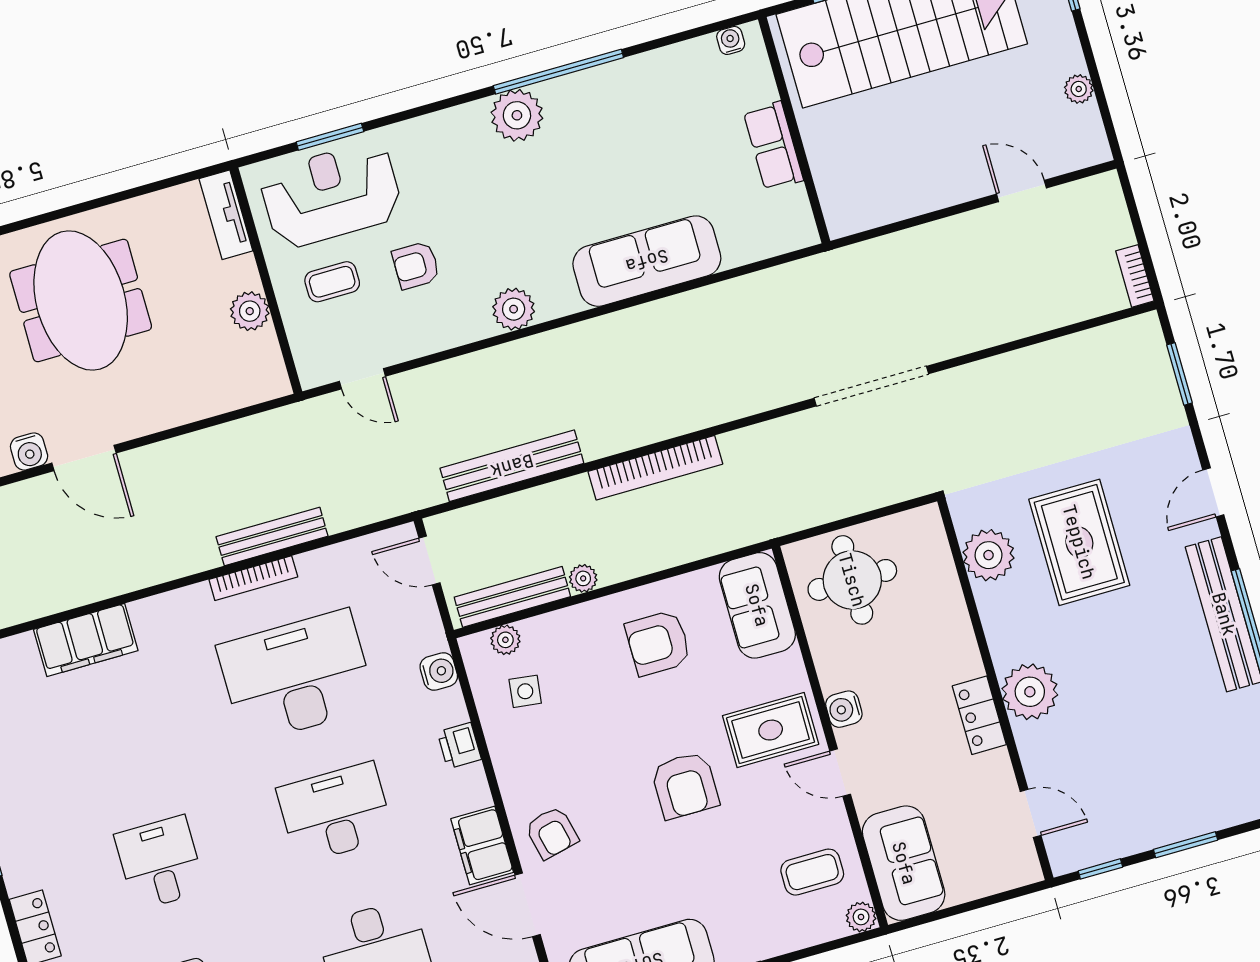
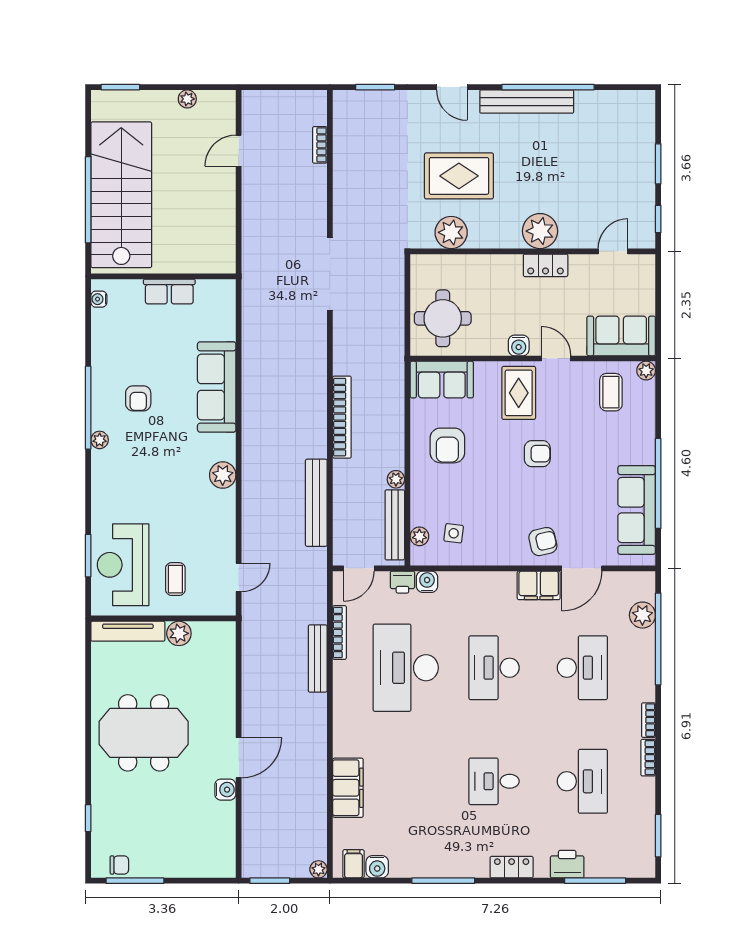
plant: (517, 115) -> (100, 440), width x0.53, depth x0.53
tv unit: (226, 215) -> (128, 631), width x1.41
armchair: (416, 265) -> (138, 398), moved
bookcase: (1135, 276) -> (320, 145), moved, turned 90
bookcase: (253, 578) -> (339, 633), moved
printer: (459, 746) -> (402, 582), moved
door: (840, 773) -> (556, 359), swing flipped
armchair: (685, 785) -> (537, 454), width x0.72, depth x0.72

